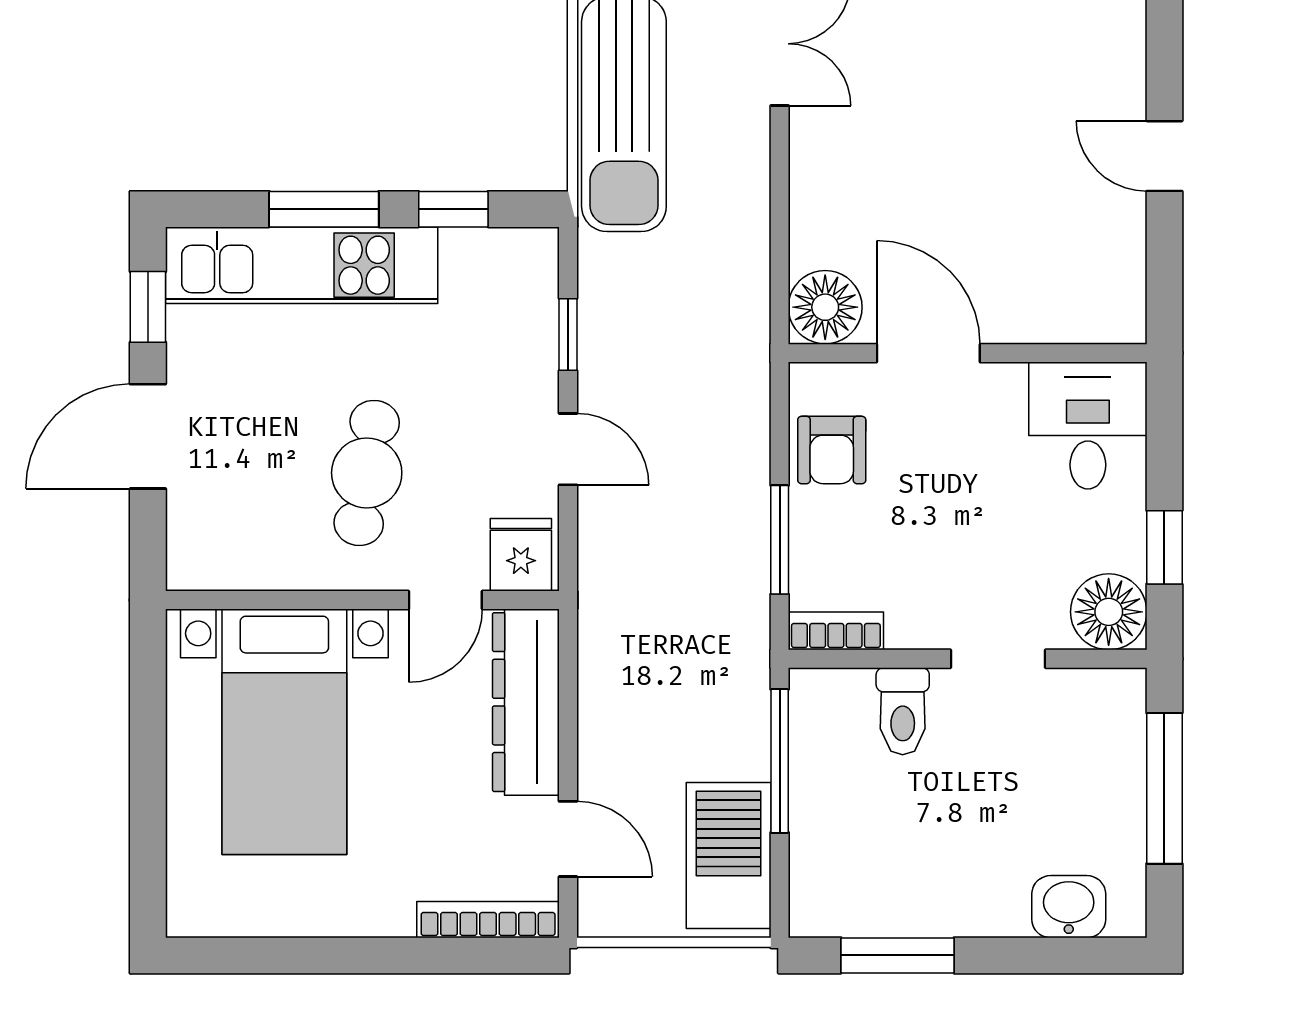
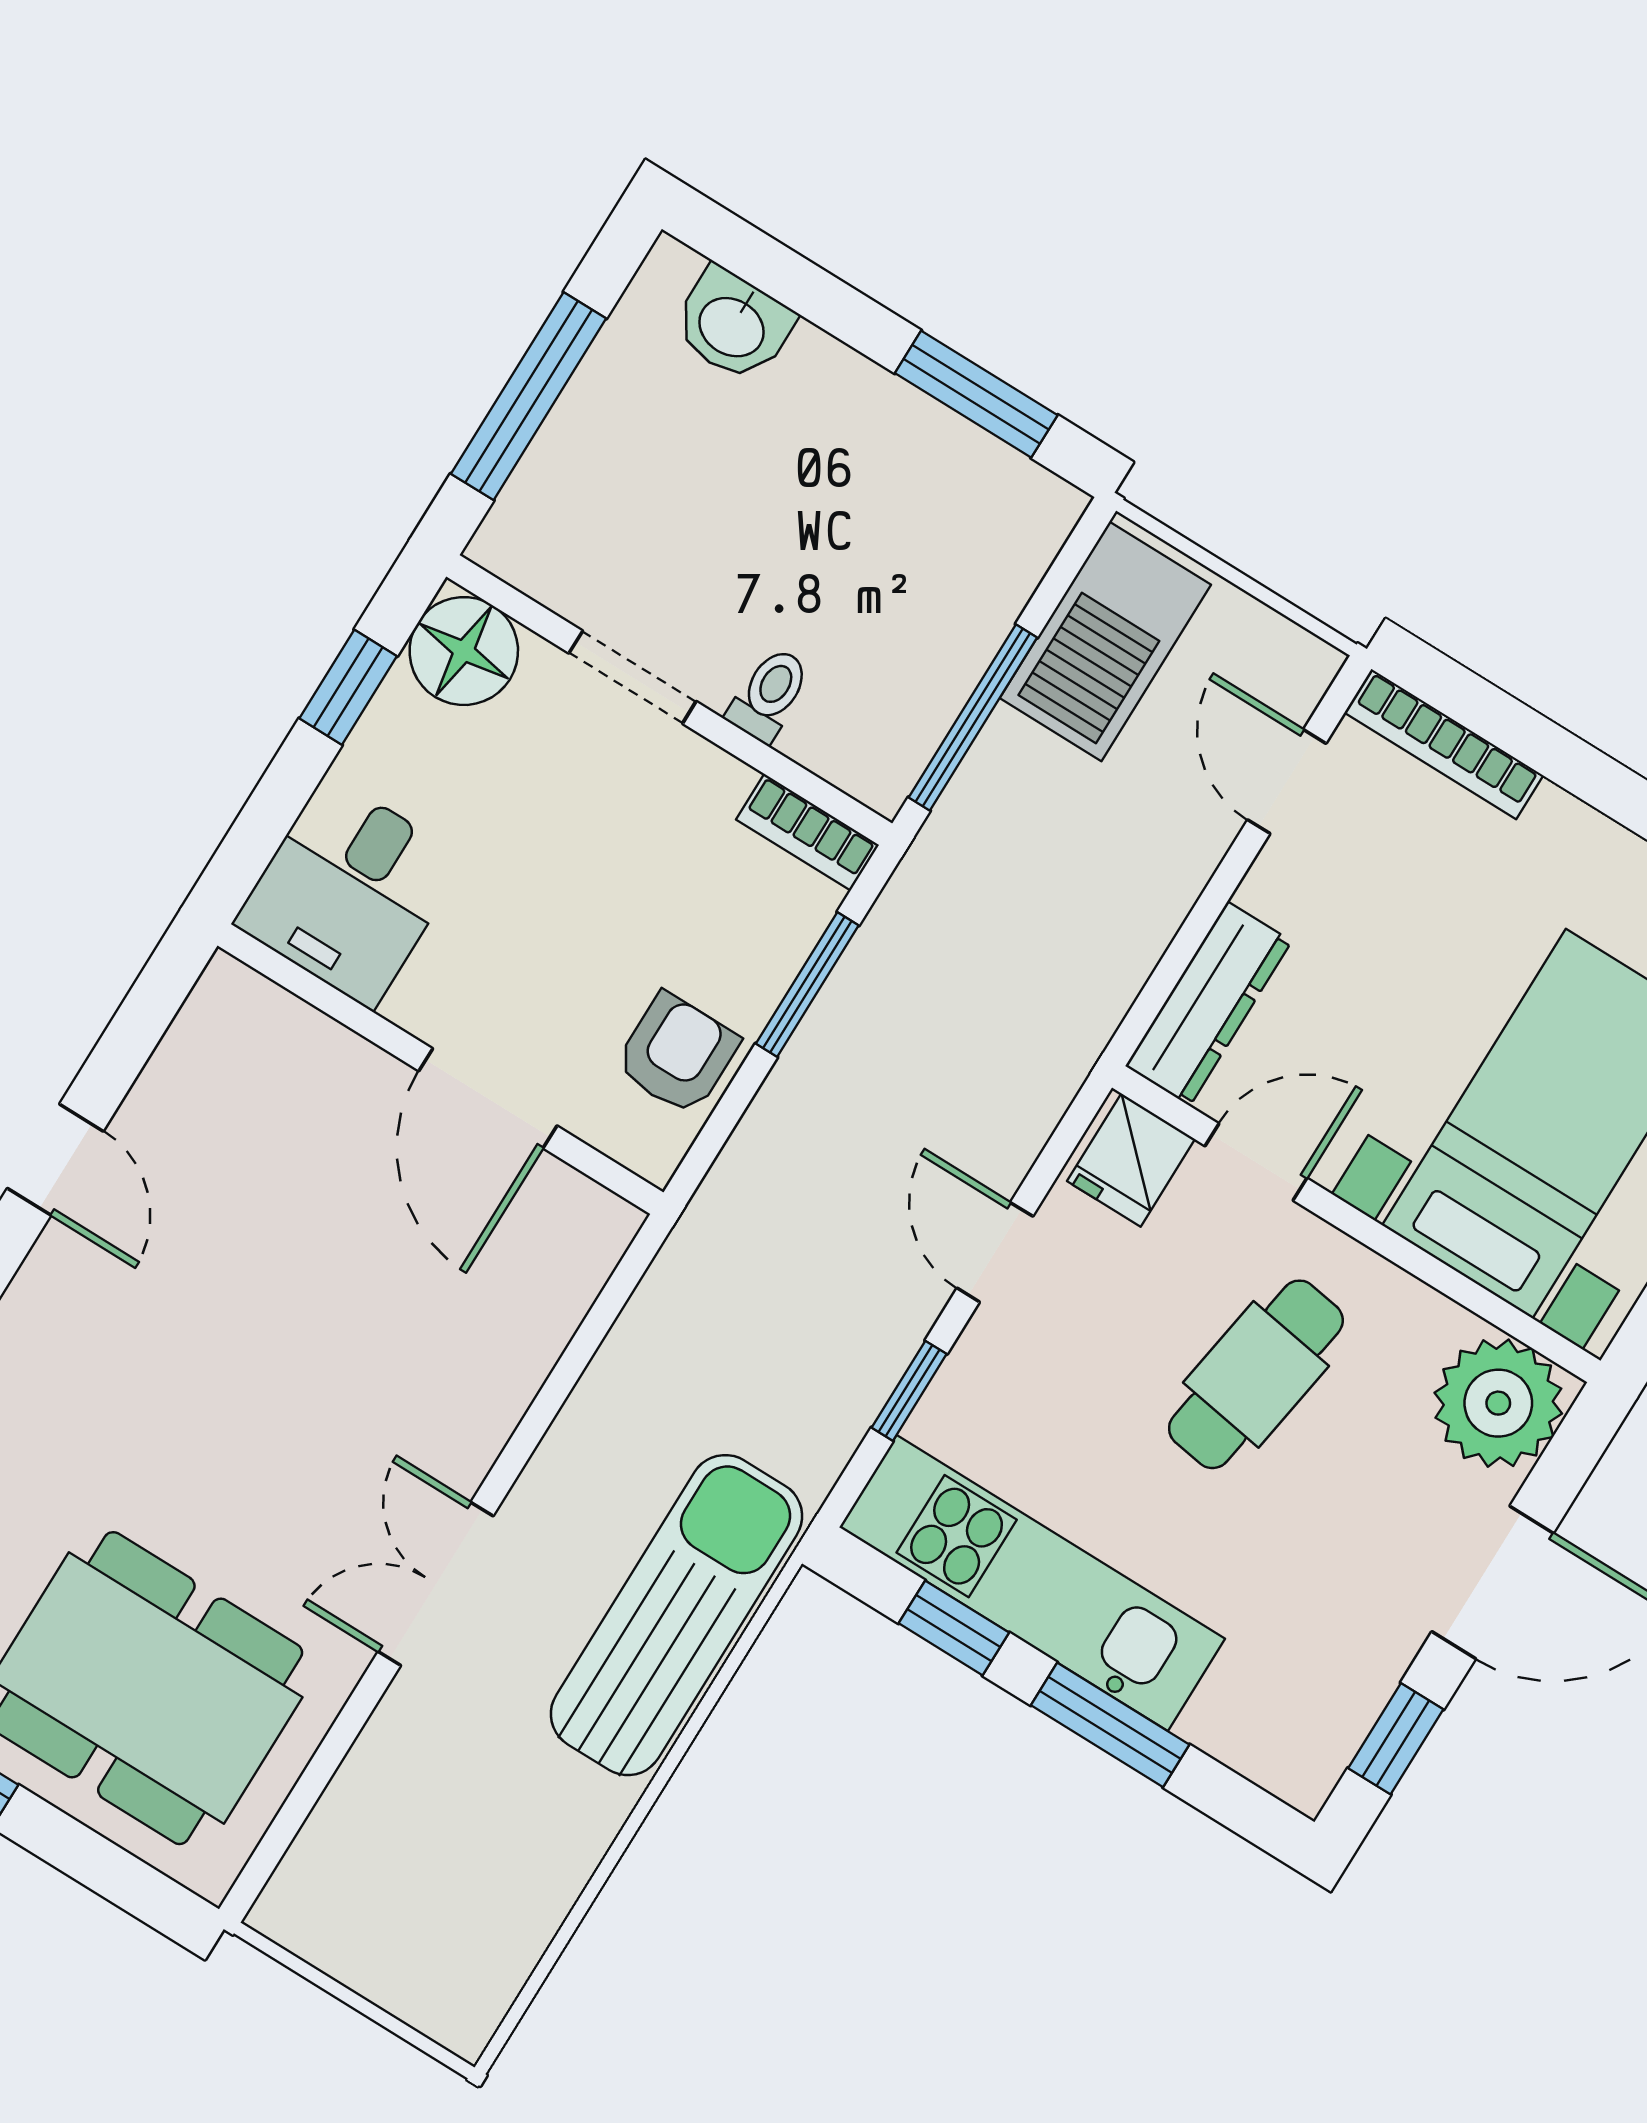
kitchen unit: (302, 265) -> (1032, 1583), moved
floor lamp: (825, 307) -> (578, 1231), removed
plant: (211, 546) -> (1498, 1403), added
dresser: (526, 702) -> (1209, 1004), width x0.73, depth x0.80
toilet: (903, 711) -> (769, 695), width x0.73, depth x0.72

